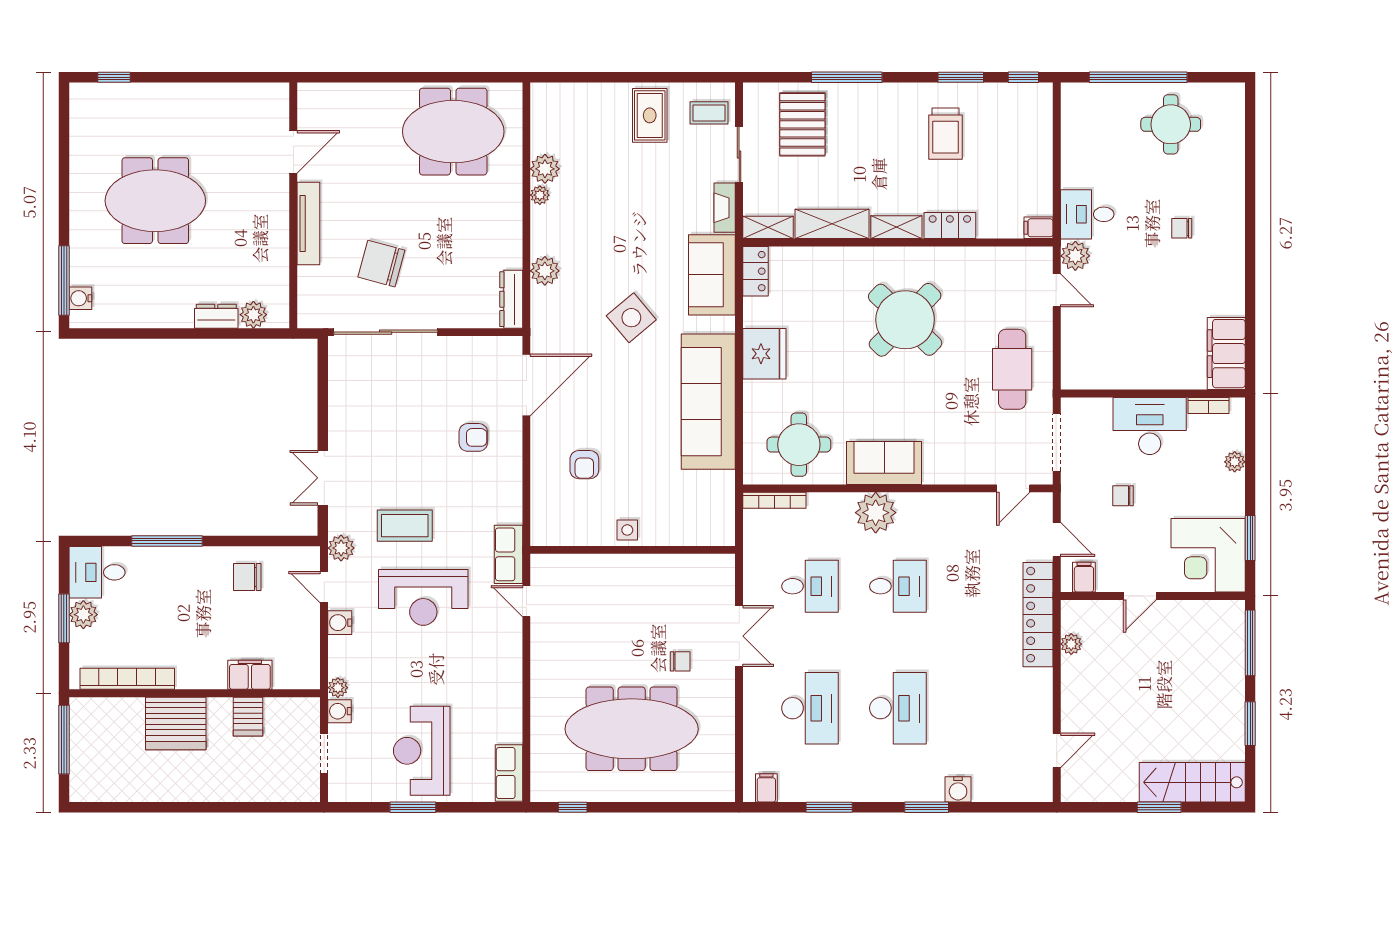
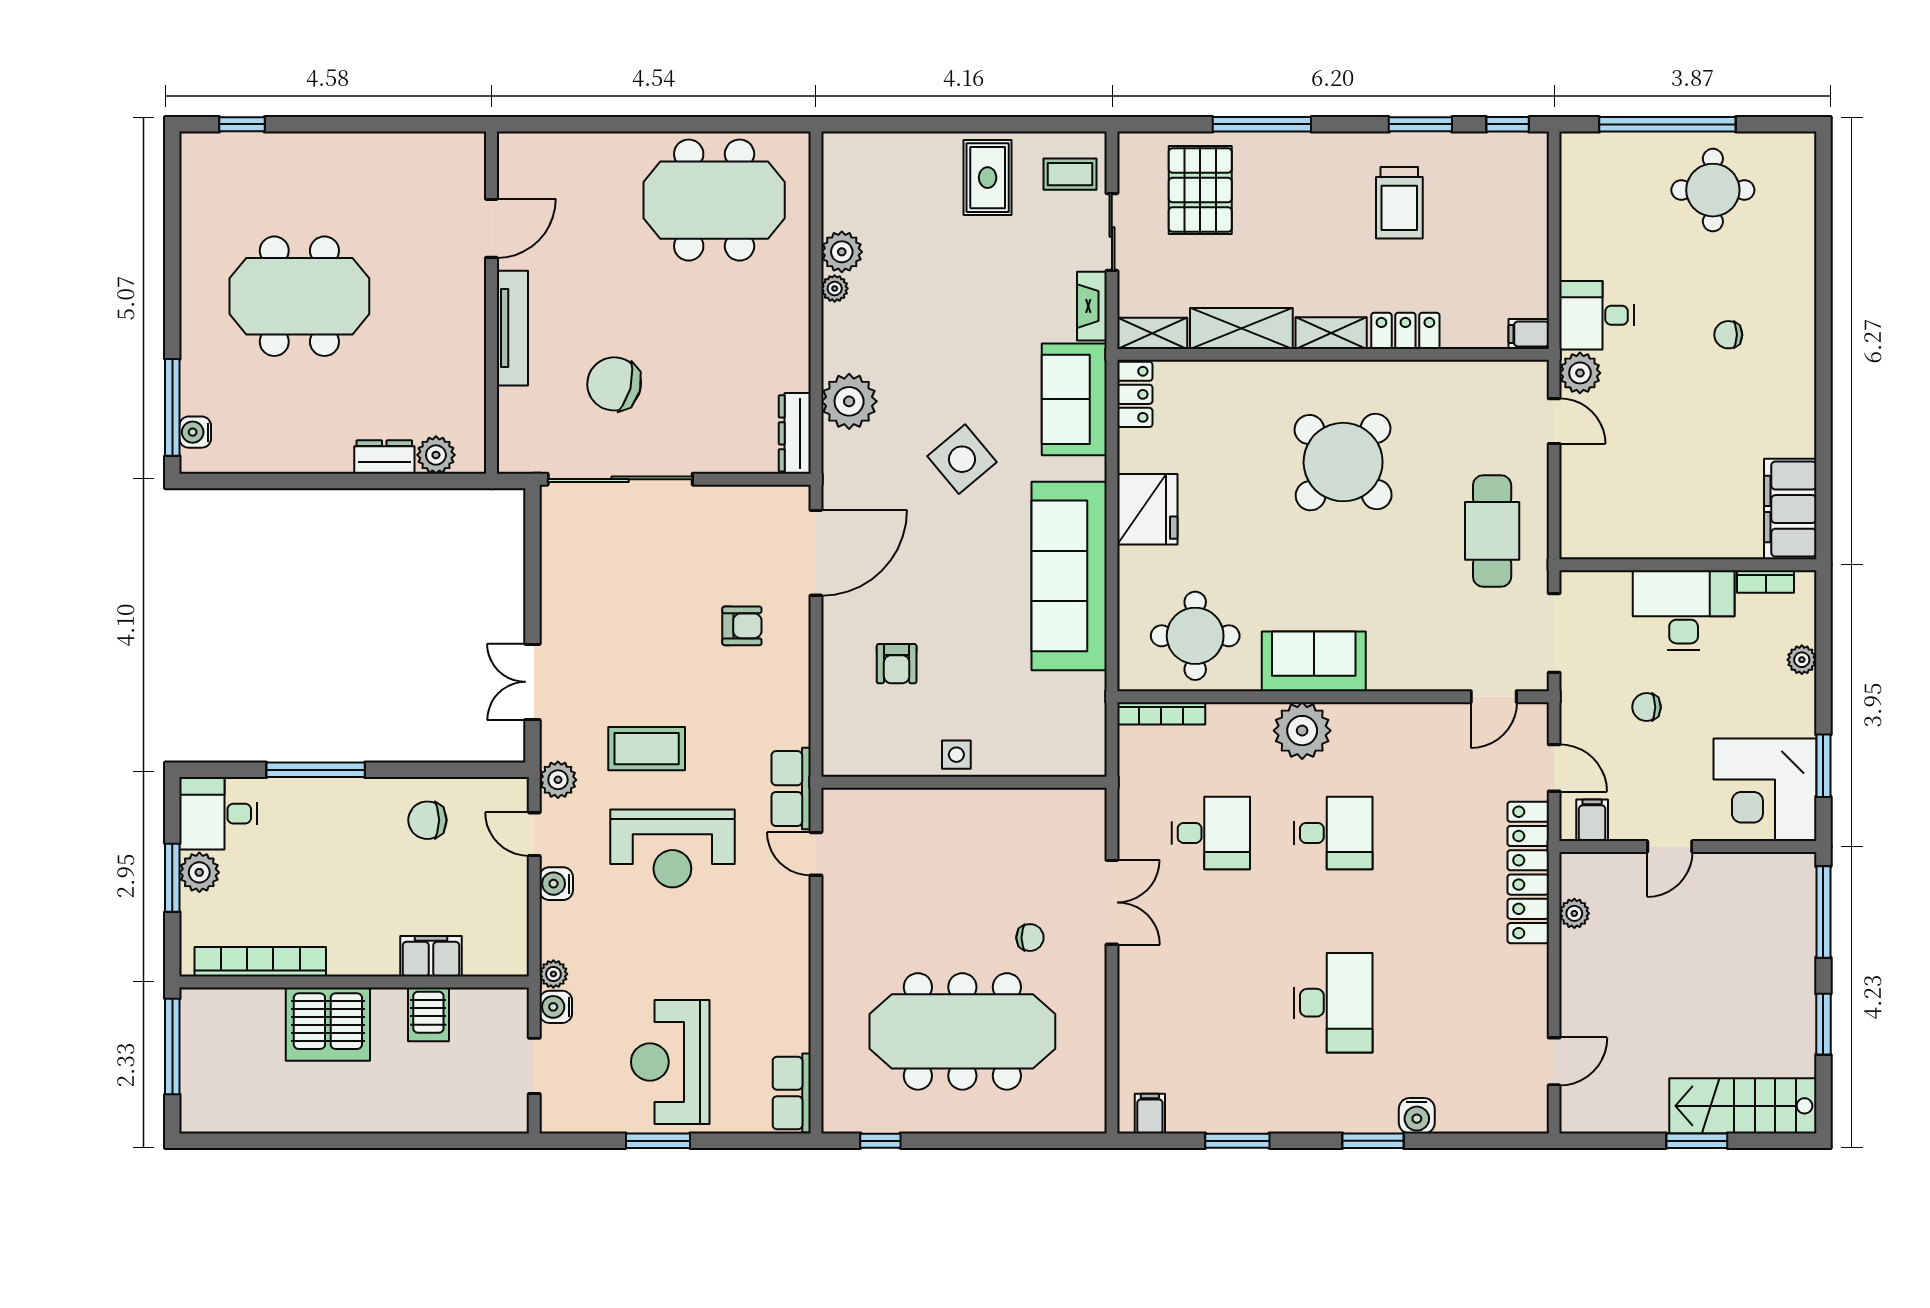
plant: (545, 271) -> (849, 401), width x1.36, depth x1.36
desk: (810, 708) -> (1211, 1003), removed

